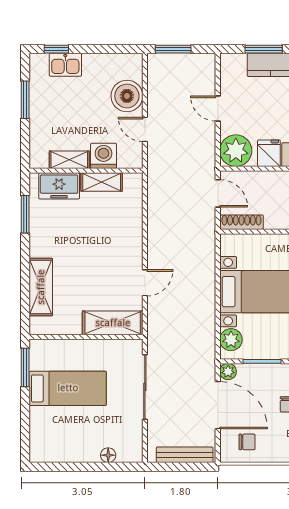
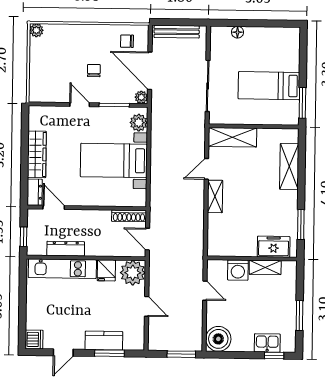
boiler: (127, 96) -> (218, 339), moved
shelving: (102, 182) -> (215, 196), moved, turned 90

